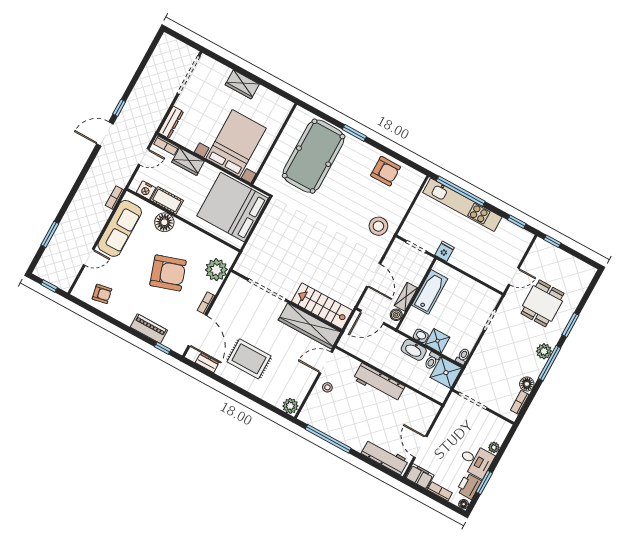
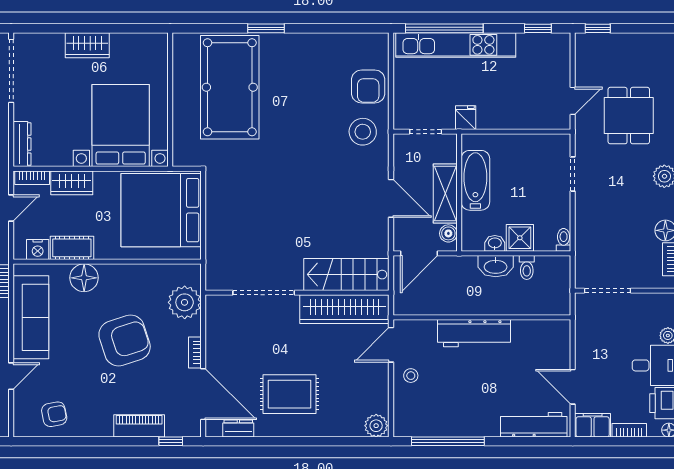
armchair: (385, 171) -> (368, 86), moved, turned 90
shelving: (406, 297) -> (445, 193), width x1.50, depth x1.33
shower: (446, 373) -> (553, 273), removed

